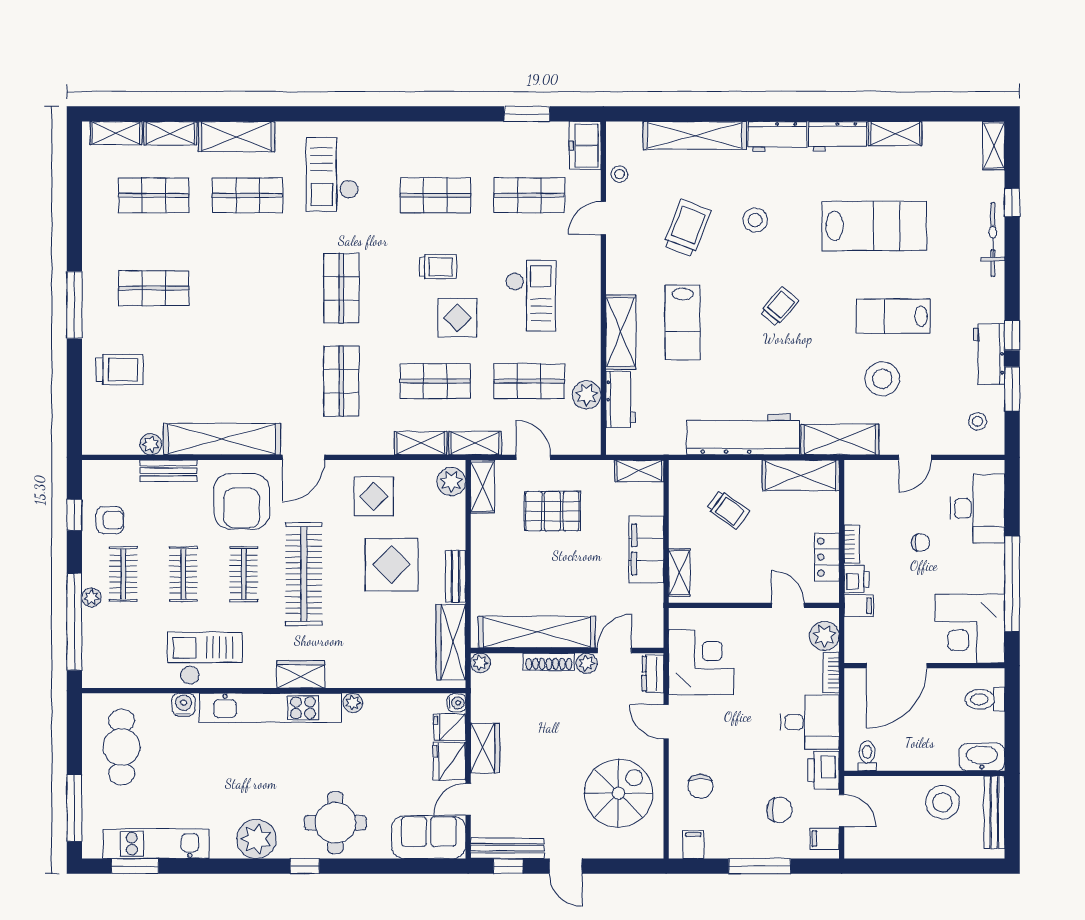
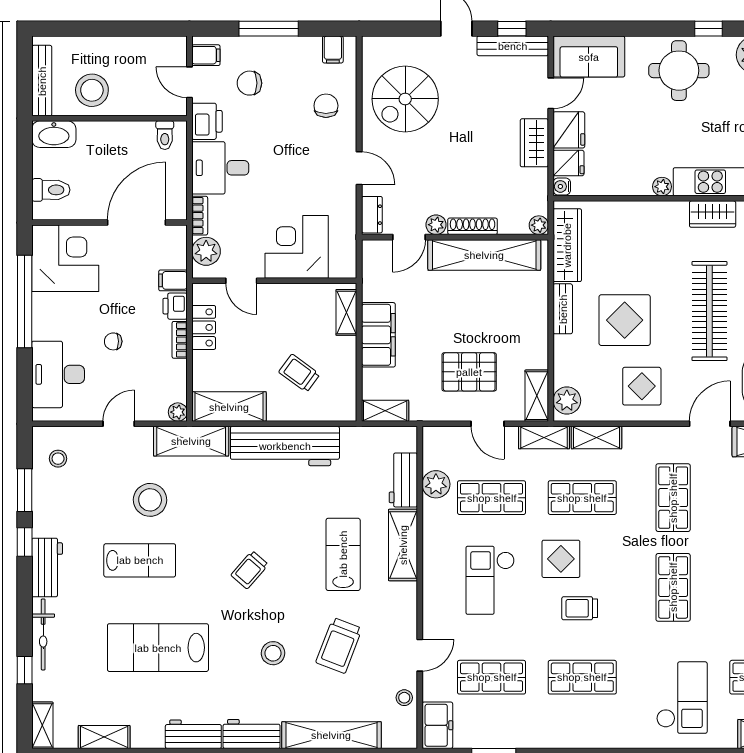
shelving: (895, 134) -> (104, 737), moved
workbench: (989, 354) -> (47, 567), moved
plant: (854, 470) -> (178, 412), added
corner desk: (701, 662) -> (297, 247), moved, turned 90

